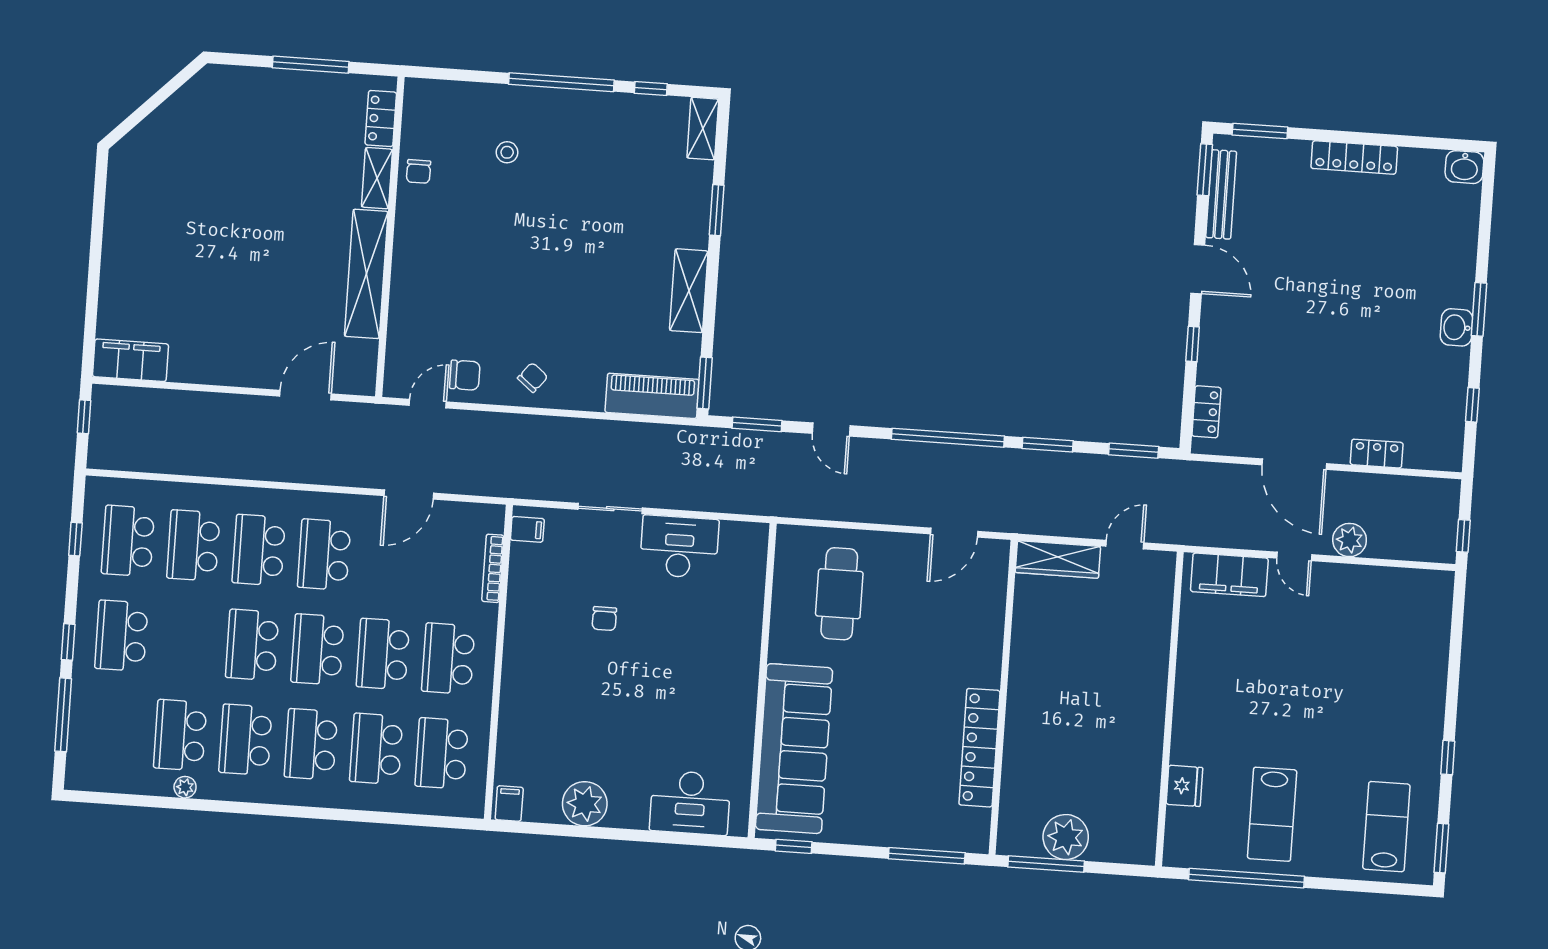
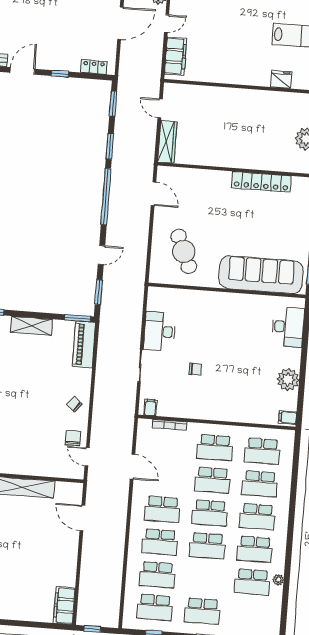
cafe table: (839, 594) -> (184, 251), turned 67

